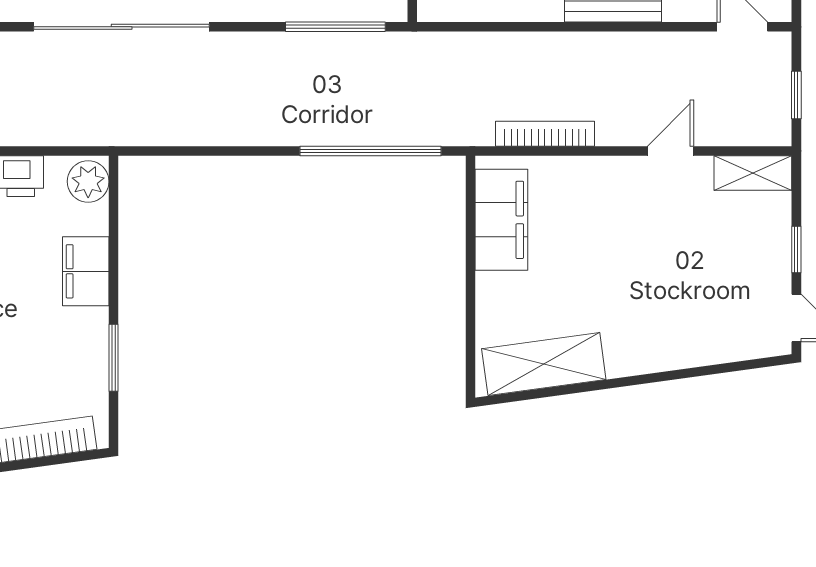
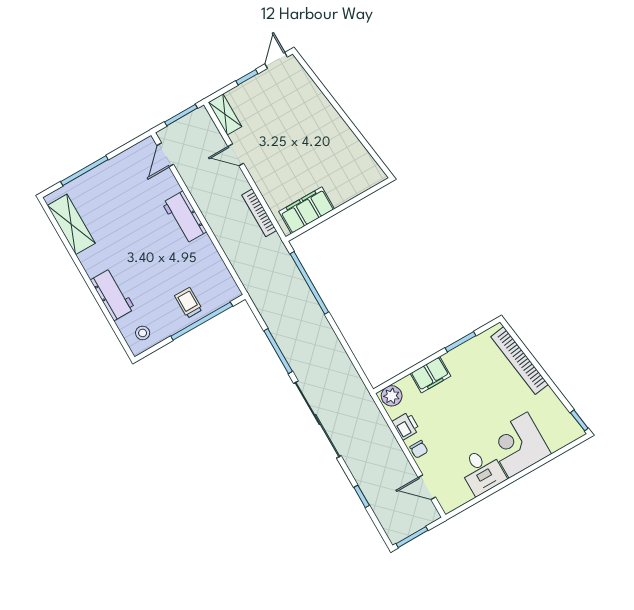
window: (335, 27) -> (278, 351), moved
window: (796, 95) -> (181, 115), width x1.50
shelving: (544, 364) -> (358, 157), removed

